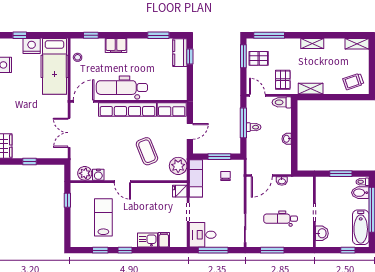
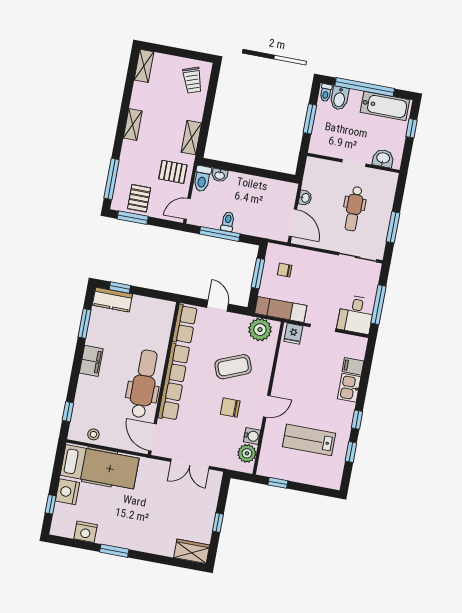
filing cabinet: (116, 45) -> (91, 361), moved
dental chair: (122, 88) -> (144, 384), turned 180
washbasin: (287, 139) -> (220, 175), moved
chair: (116, 155) -> (230, 408), added

